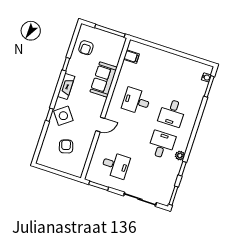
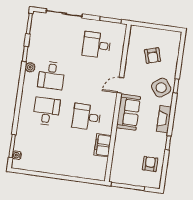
filing cabinet: (131, 57) -> (103, 145), moved, width x2.00
sofa: (104, 80) -> (128, 112), moved
desk: (136, 101) -> (87, 117), turned 180

